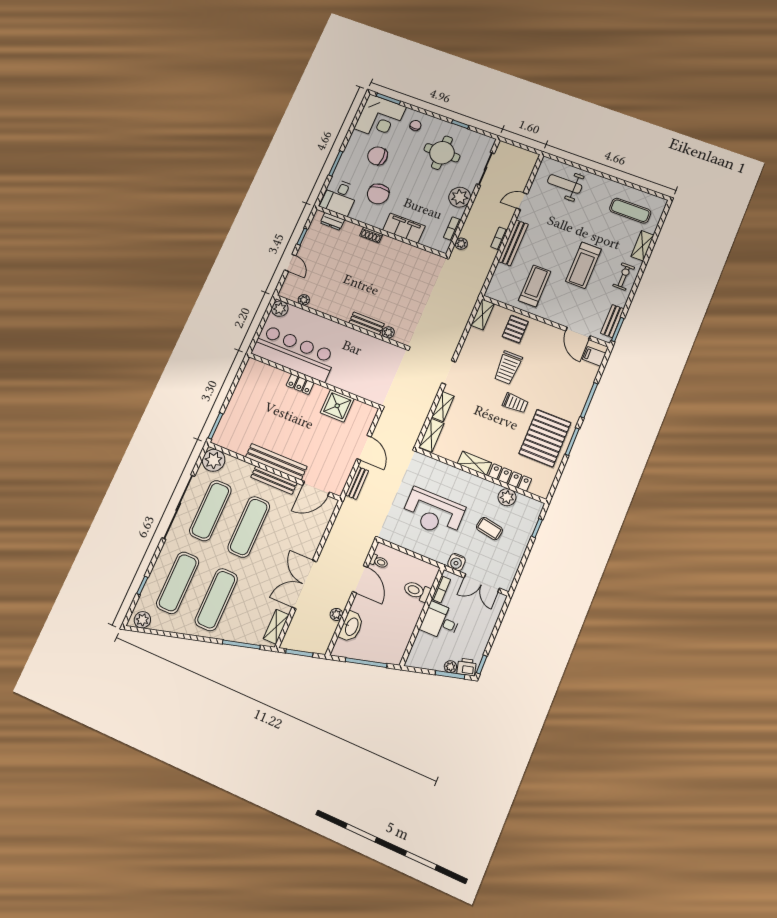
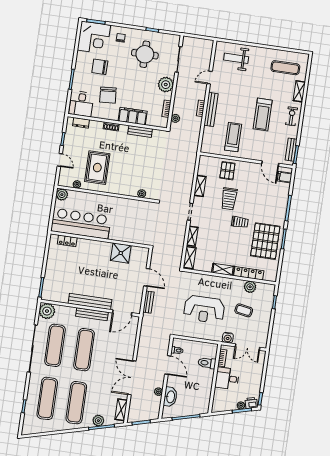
rug: (337, 284) -> (97, 168), added
shelving: (483, 315) -> (200, 186), moved
bench: (367, 323) -> (140, 131), moved
locker: (300, 384) -> (67, 241), moved
plant: (142, 620) -> (98, 421), moved

